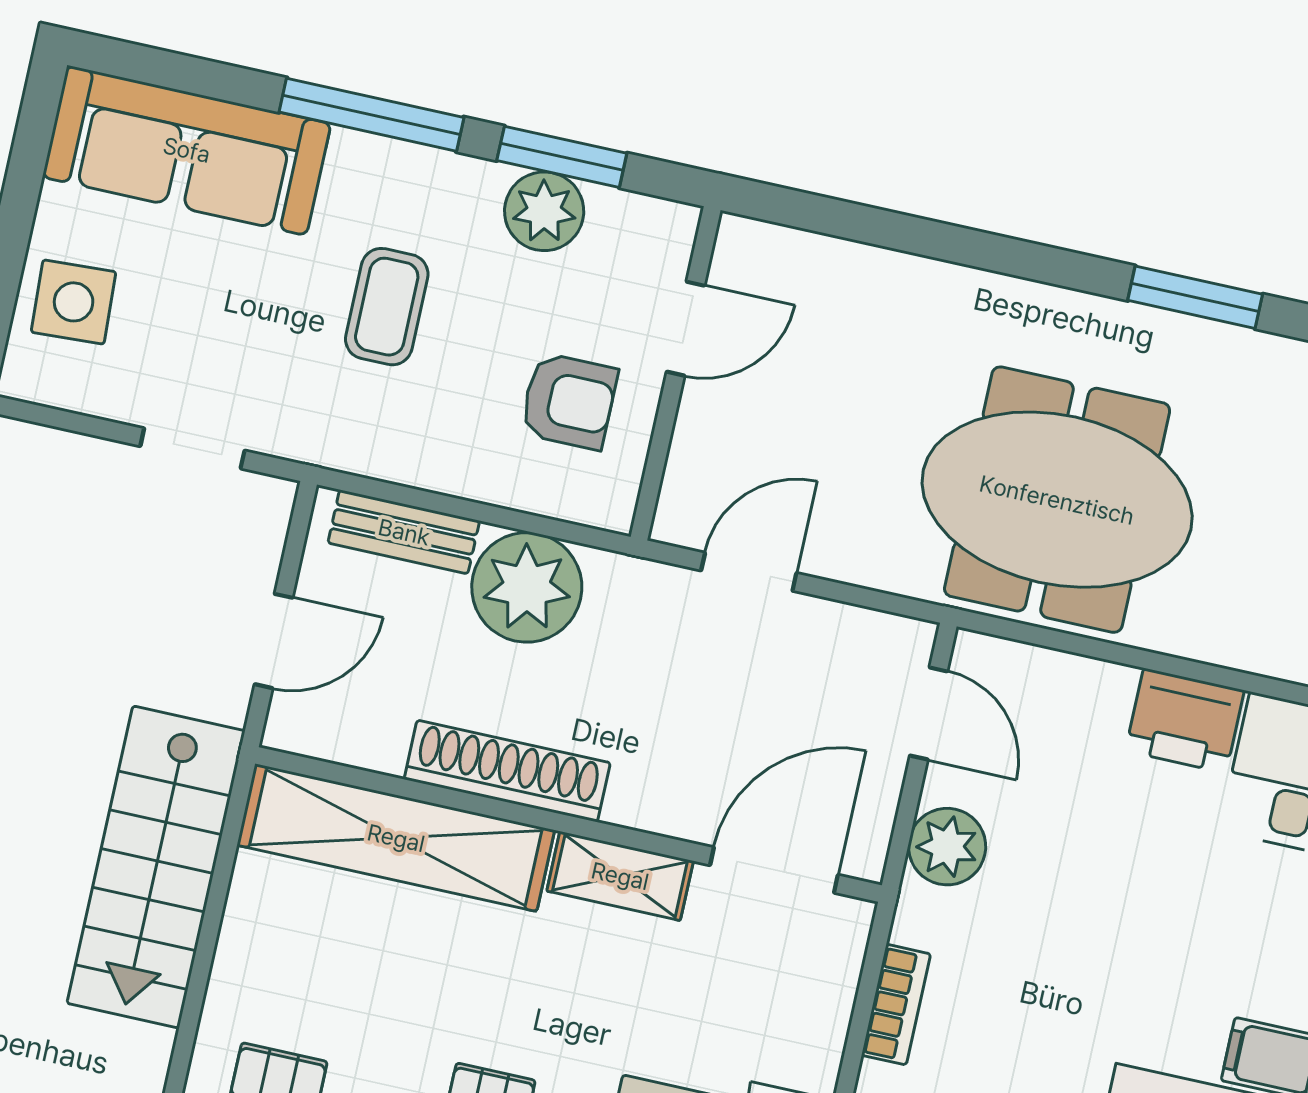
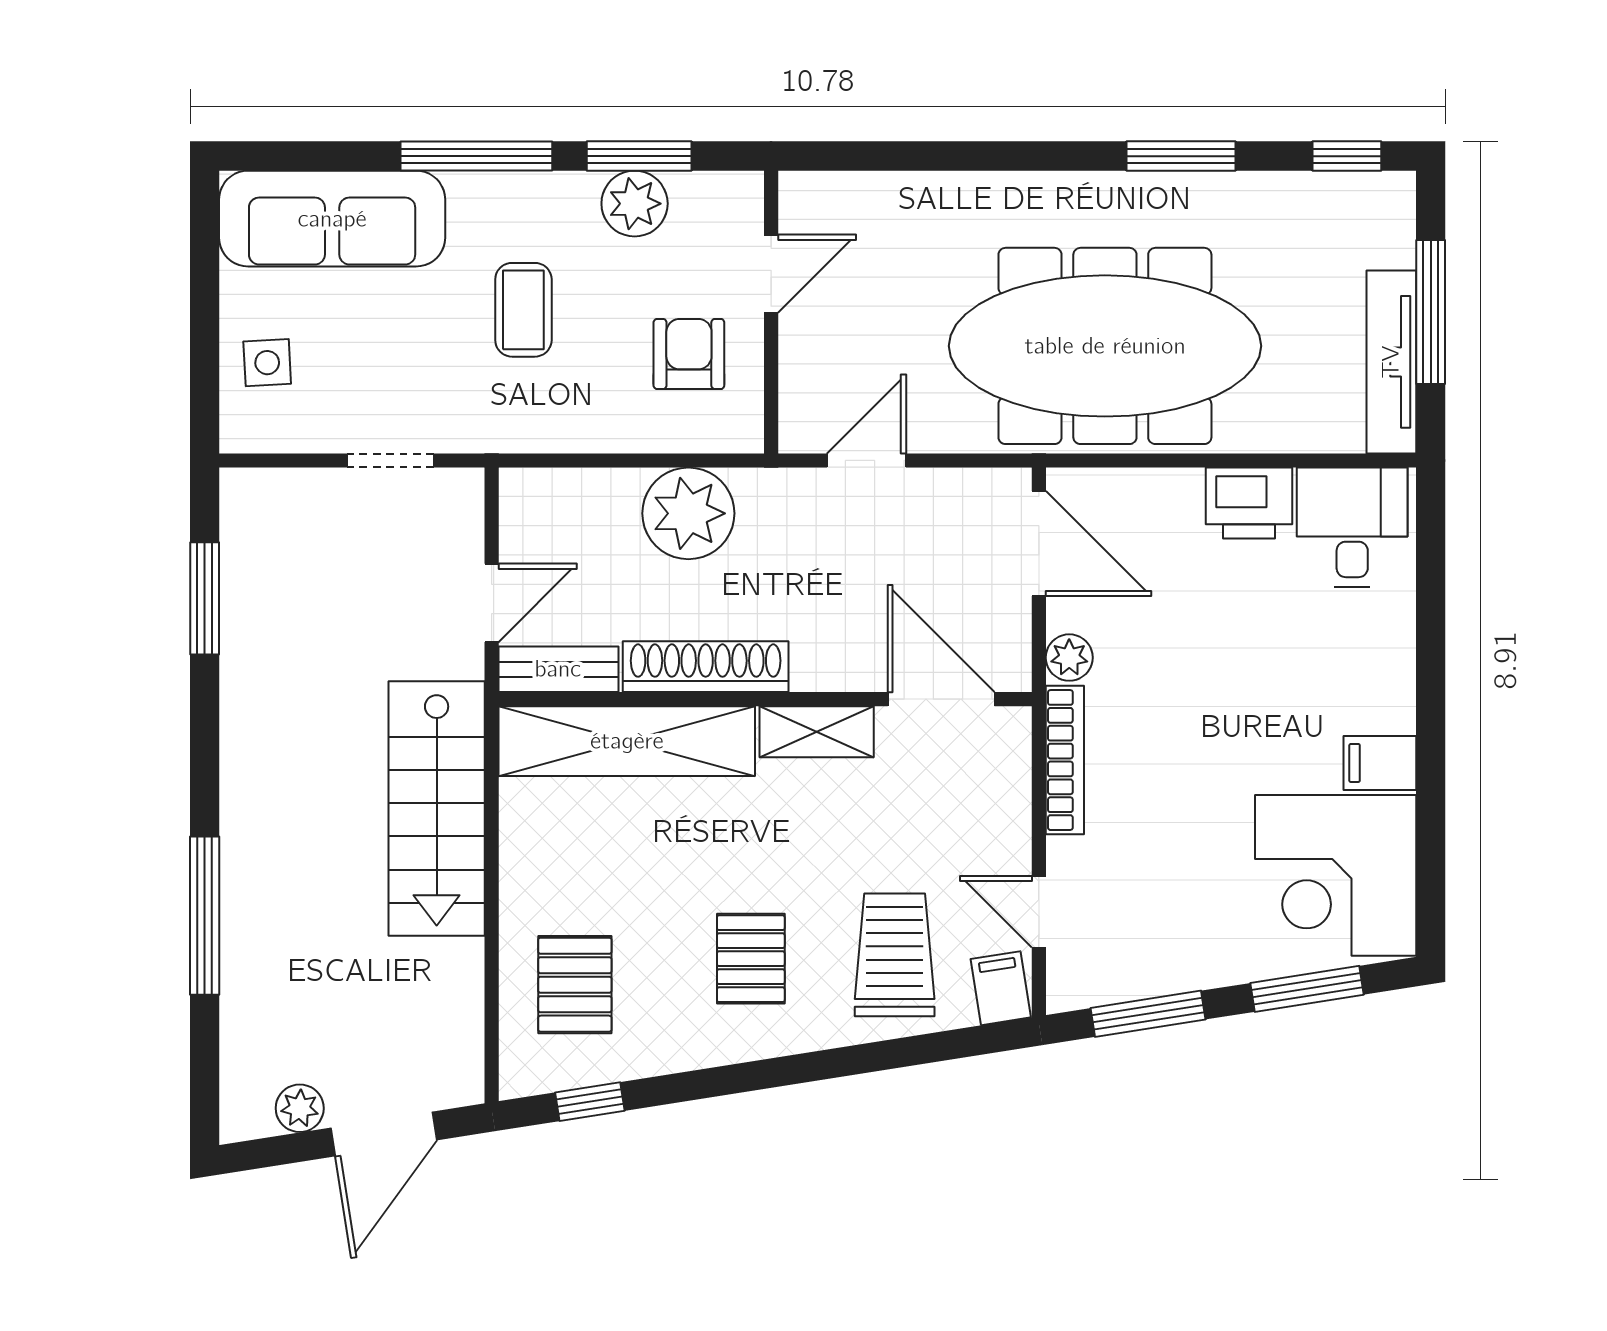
side table: (74, 302) -> (267, 363), width x0.73, depth x0.73
armchair: (569, 401) -> (689, 354), turned -90
meeting table: (1057, 500) -> (1105, 346), width x1.36
bench: (404, 532) -> (558, 669), moved
door: (929, 713) -> (1039, 544), width x1.38
plant: (947, 847) -> (1069, 658), width x0.73, depth x0.73
door: (774, 870) -> (941, 699), hinge flipped
bookcase: (896, 1005) -> (1065, 760), width x1.56

